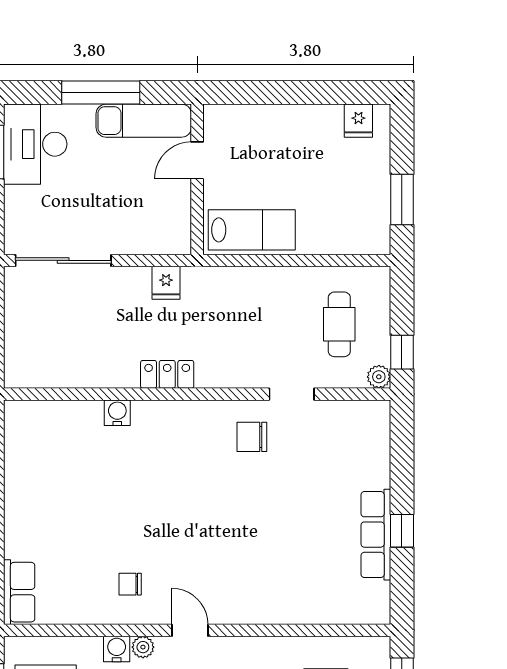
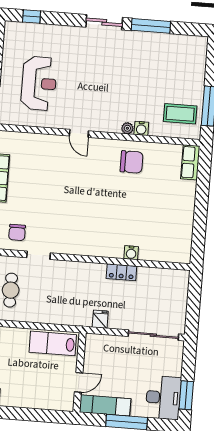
locker: (167, 374) -> (121, 272), moved
chair: (252, 437) -> (17, 232), moved, turned 90
chair: (130, 584) -> (132, 162), width x1.87, depth x1.87
door: (190, 630) -> (79, 133), moved

